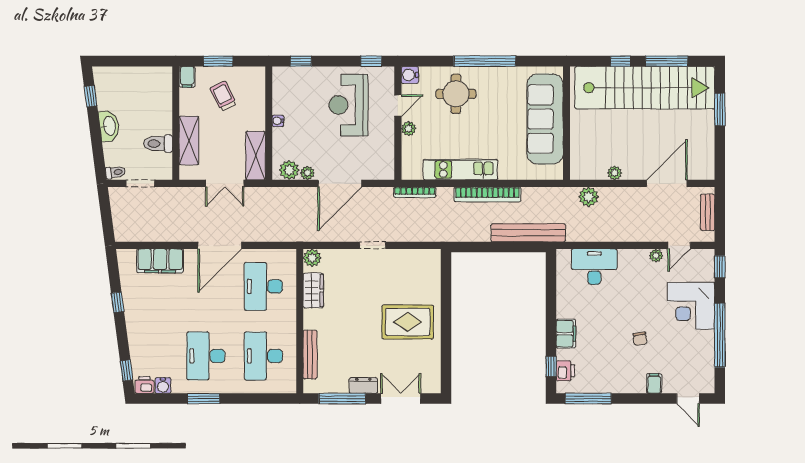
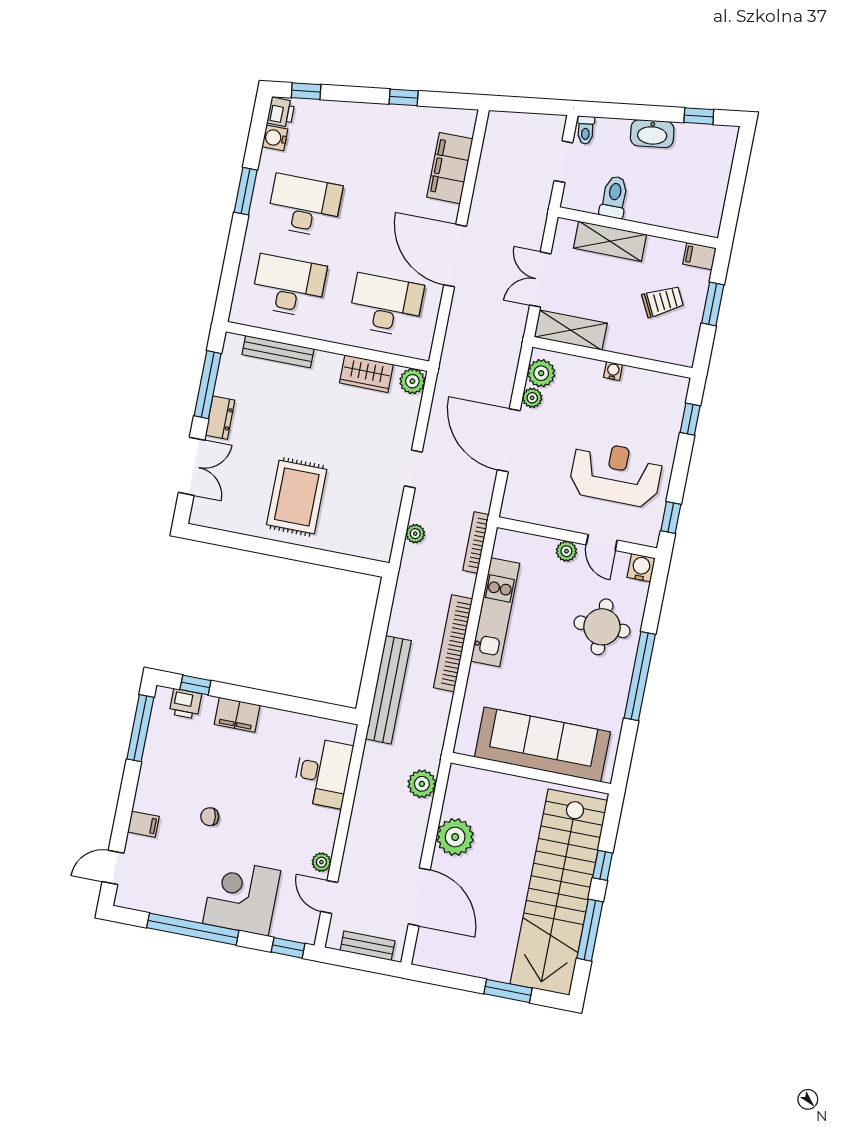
plant: (615, 173) -> (455, 837), width x1.88, depth x1.88
plant: (417, 235) -> (415, 534), added

